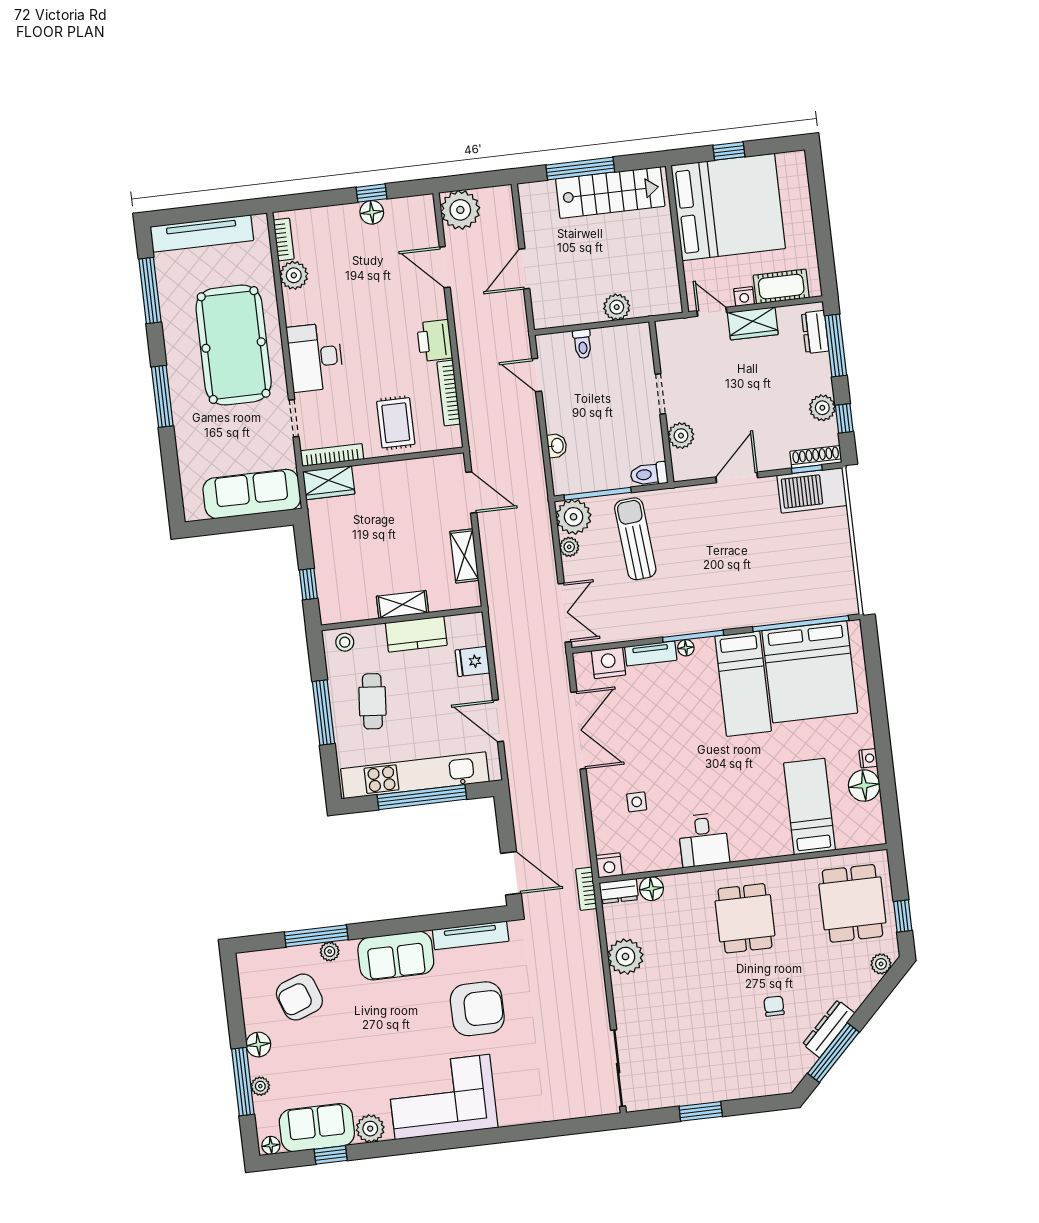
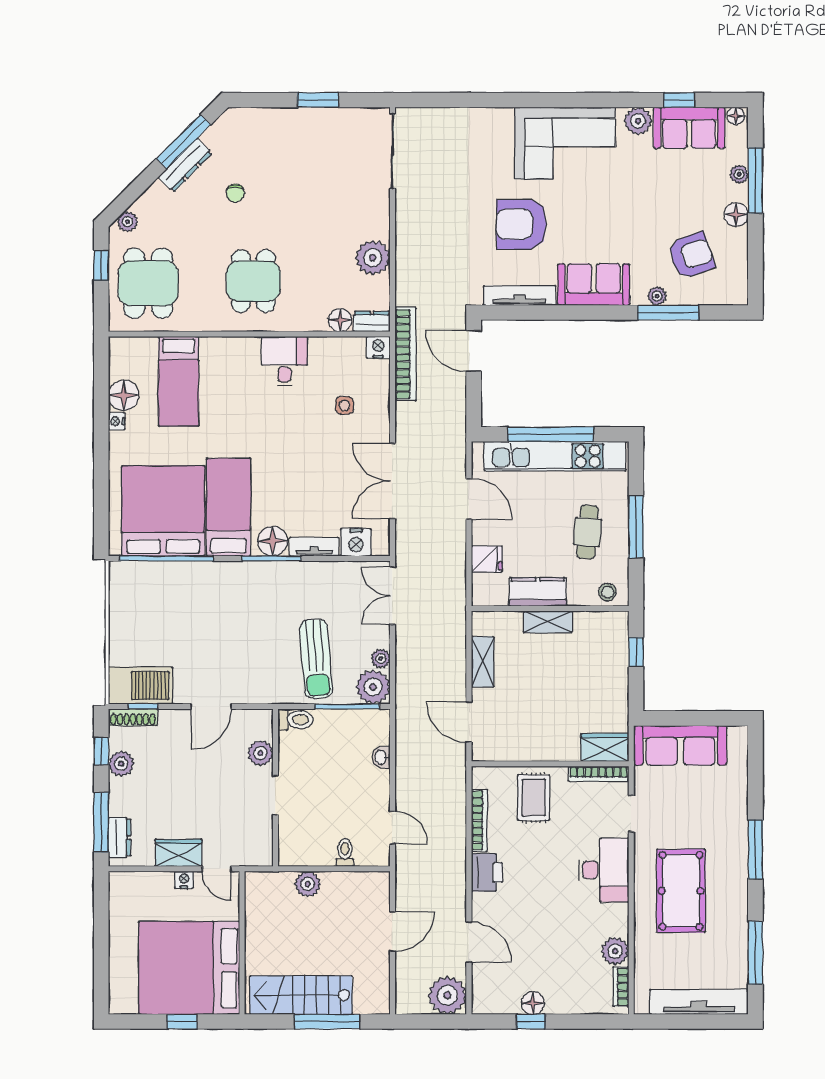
cot: (781, 287) -> (147, 885), removed
pool table: (234, 345) -> (681, 891), width x0.73, depth x0.76
floor lamp: (686, 648) -> (273, 541), width x1.89, depth x1.89
bookcase: (586, 889) -> (405, 354), width x2.31, depth x1.31

